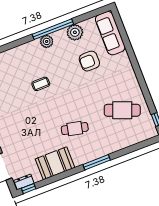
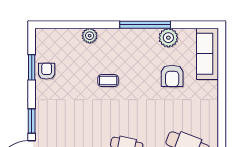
plant: (47, 41) -> (90, 36), moved
armchair: (89, 61) -> (172, 76), turned -90

